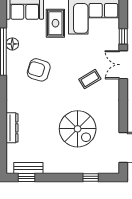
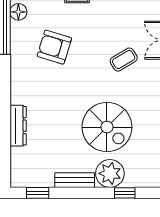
plant: (80, 163) -> (110, 173), added
bench: (28, 168) -> (75, 180), moved

